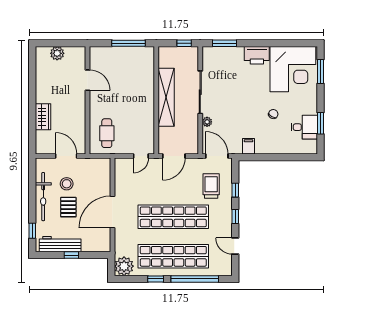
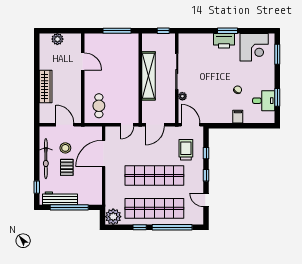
window: (225, 43) -> (228, 31), moved
corner desk: (293, 69) -> (254, 47), width x0.74, depth x0.74
wardrobe: (43, 117) -> (46, 87), width x1.50
filing cabinet: (249, 146) -> (238, 117), moved
door: (112, 212) -> (104, 153), moved
window: (71, 255) -> (69, 207), width x3.17

